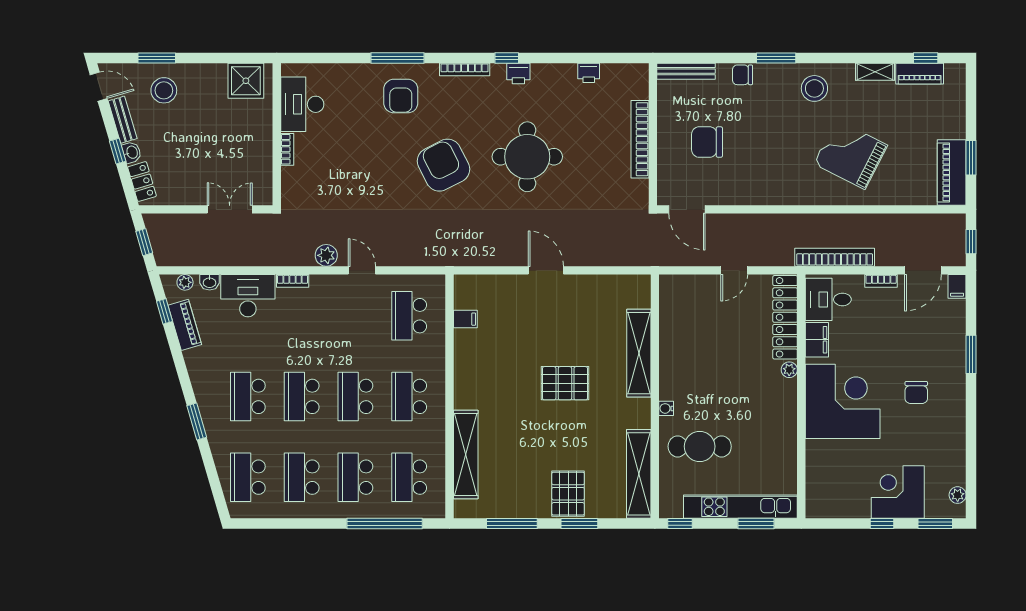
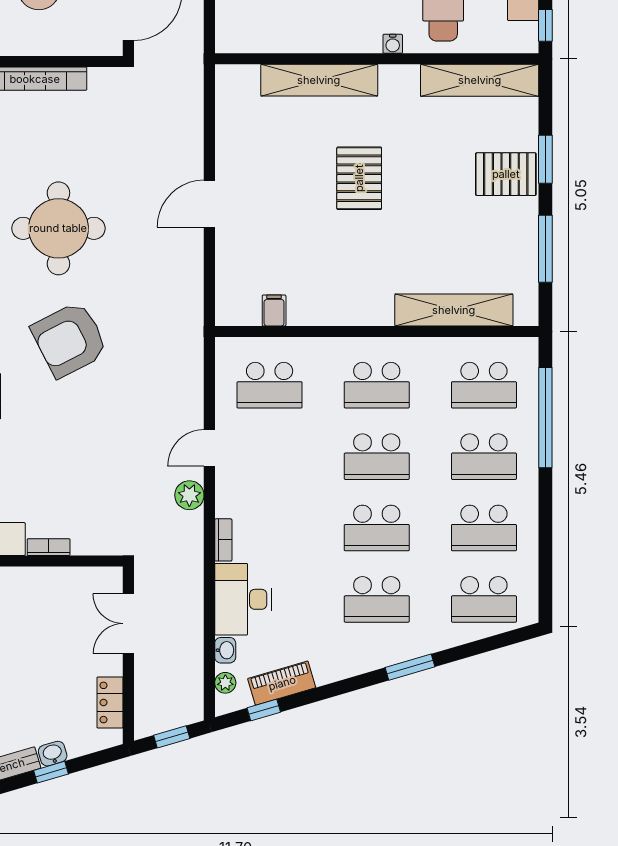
locker: (142, 182) -> (110, 702), moved, turned -74

